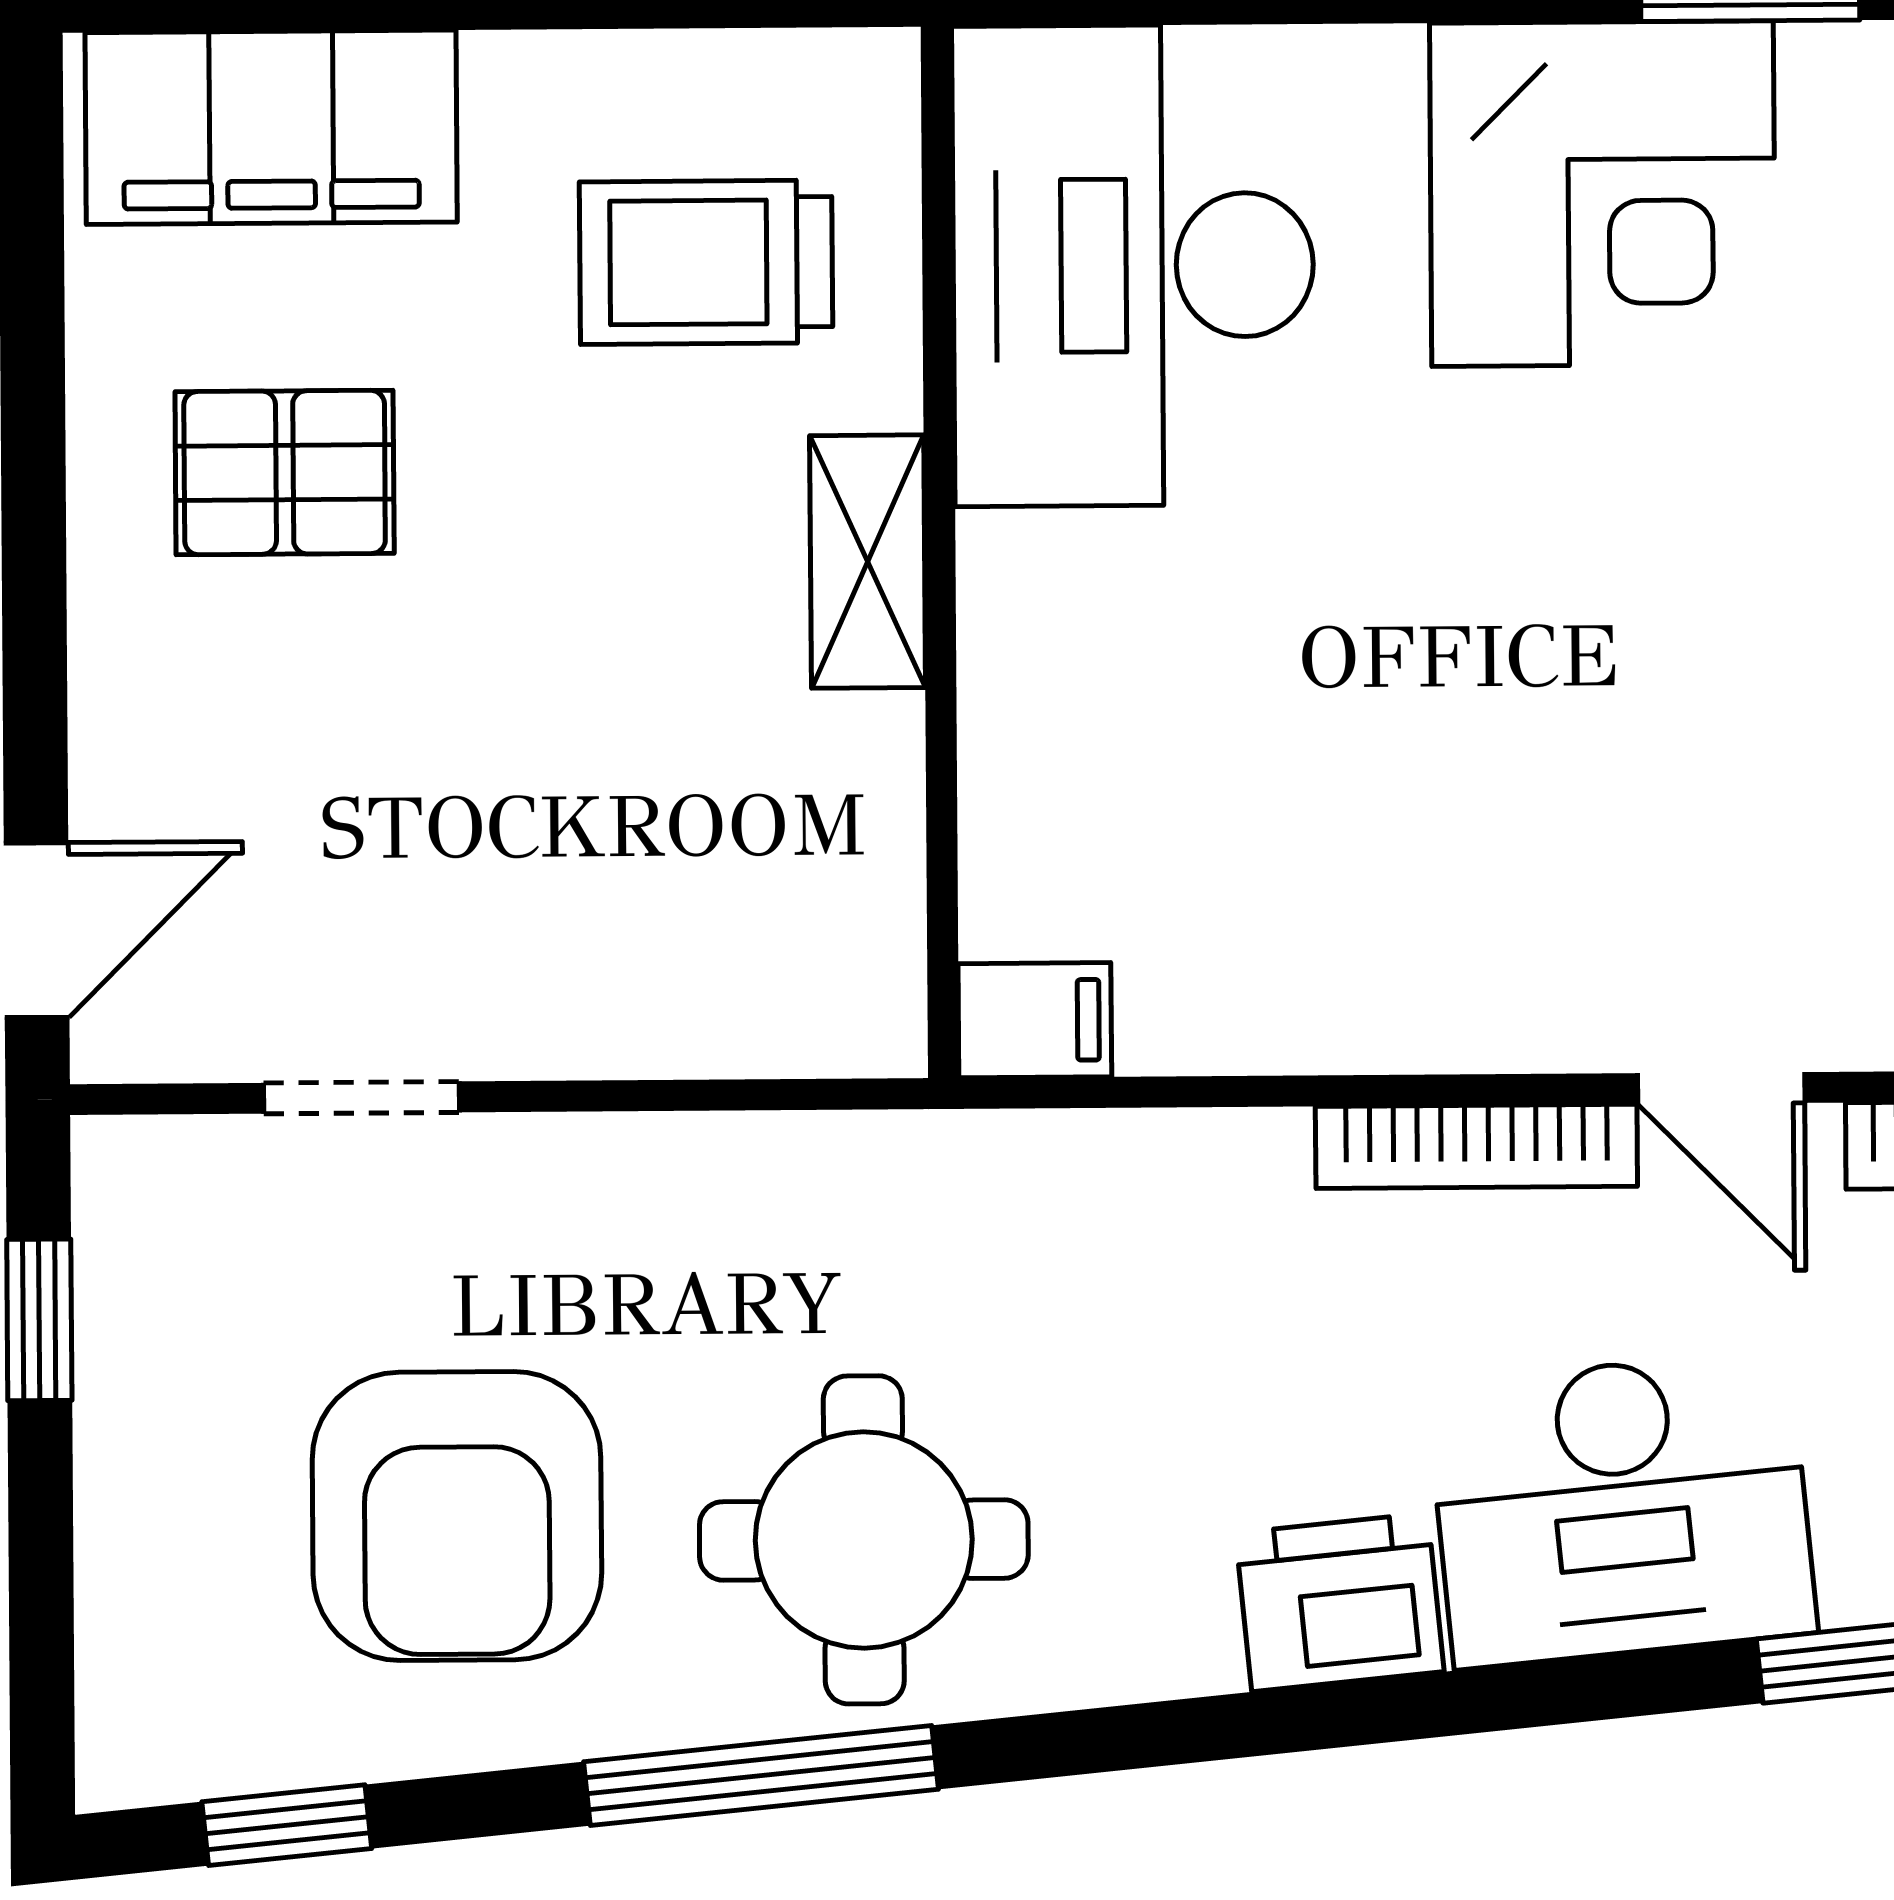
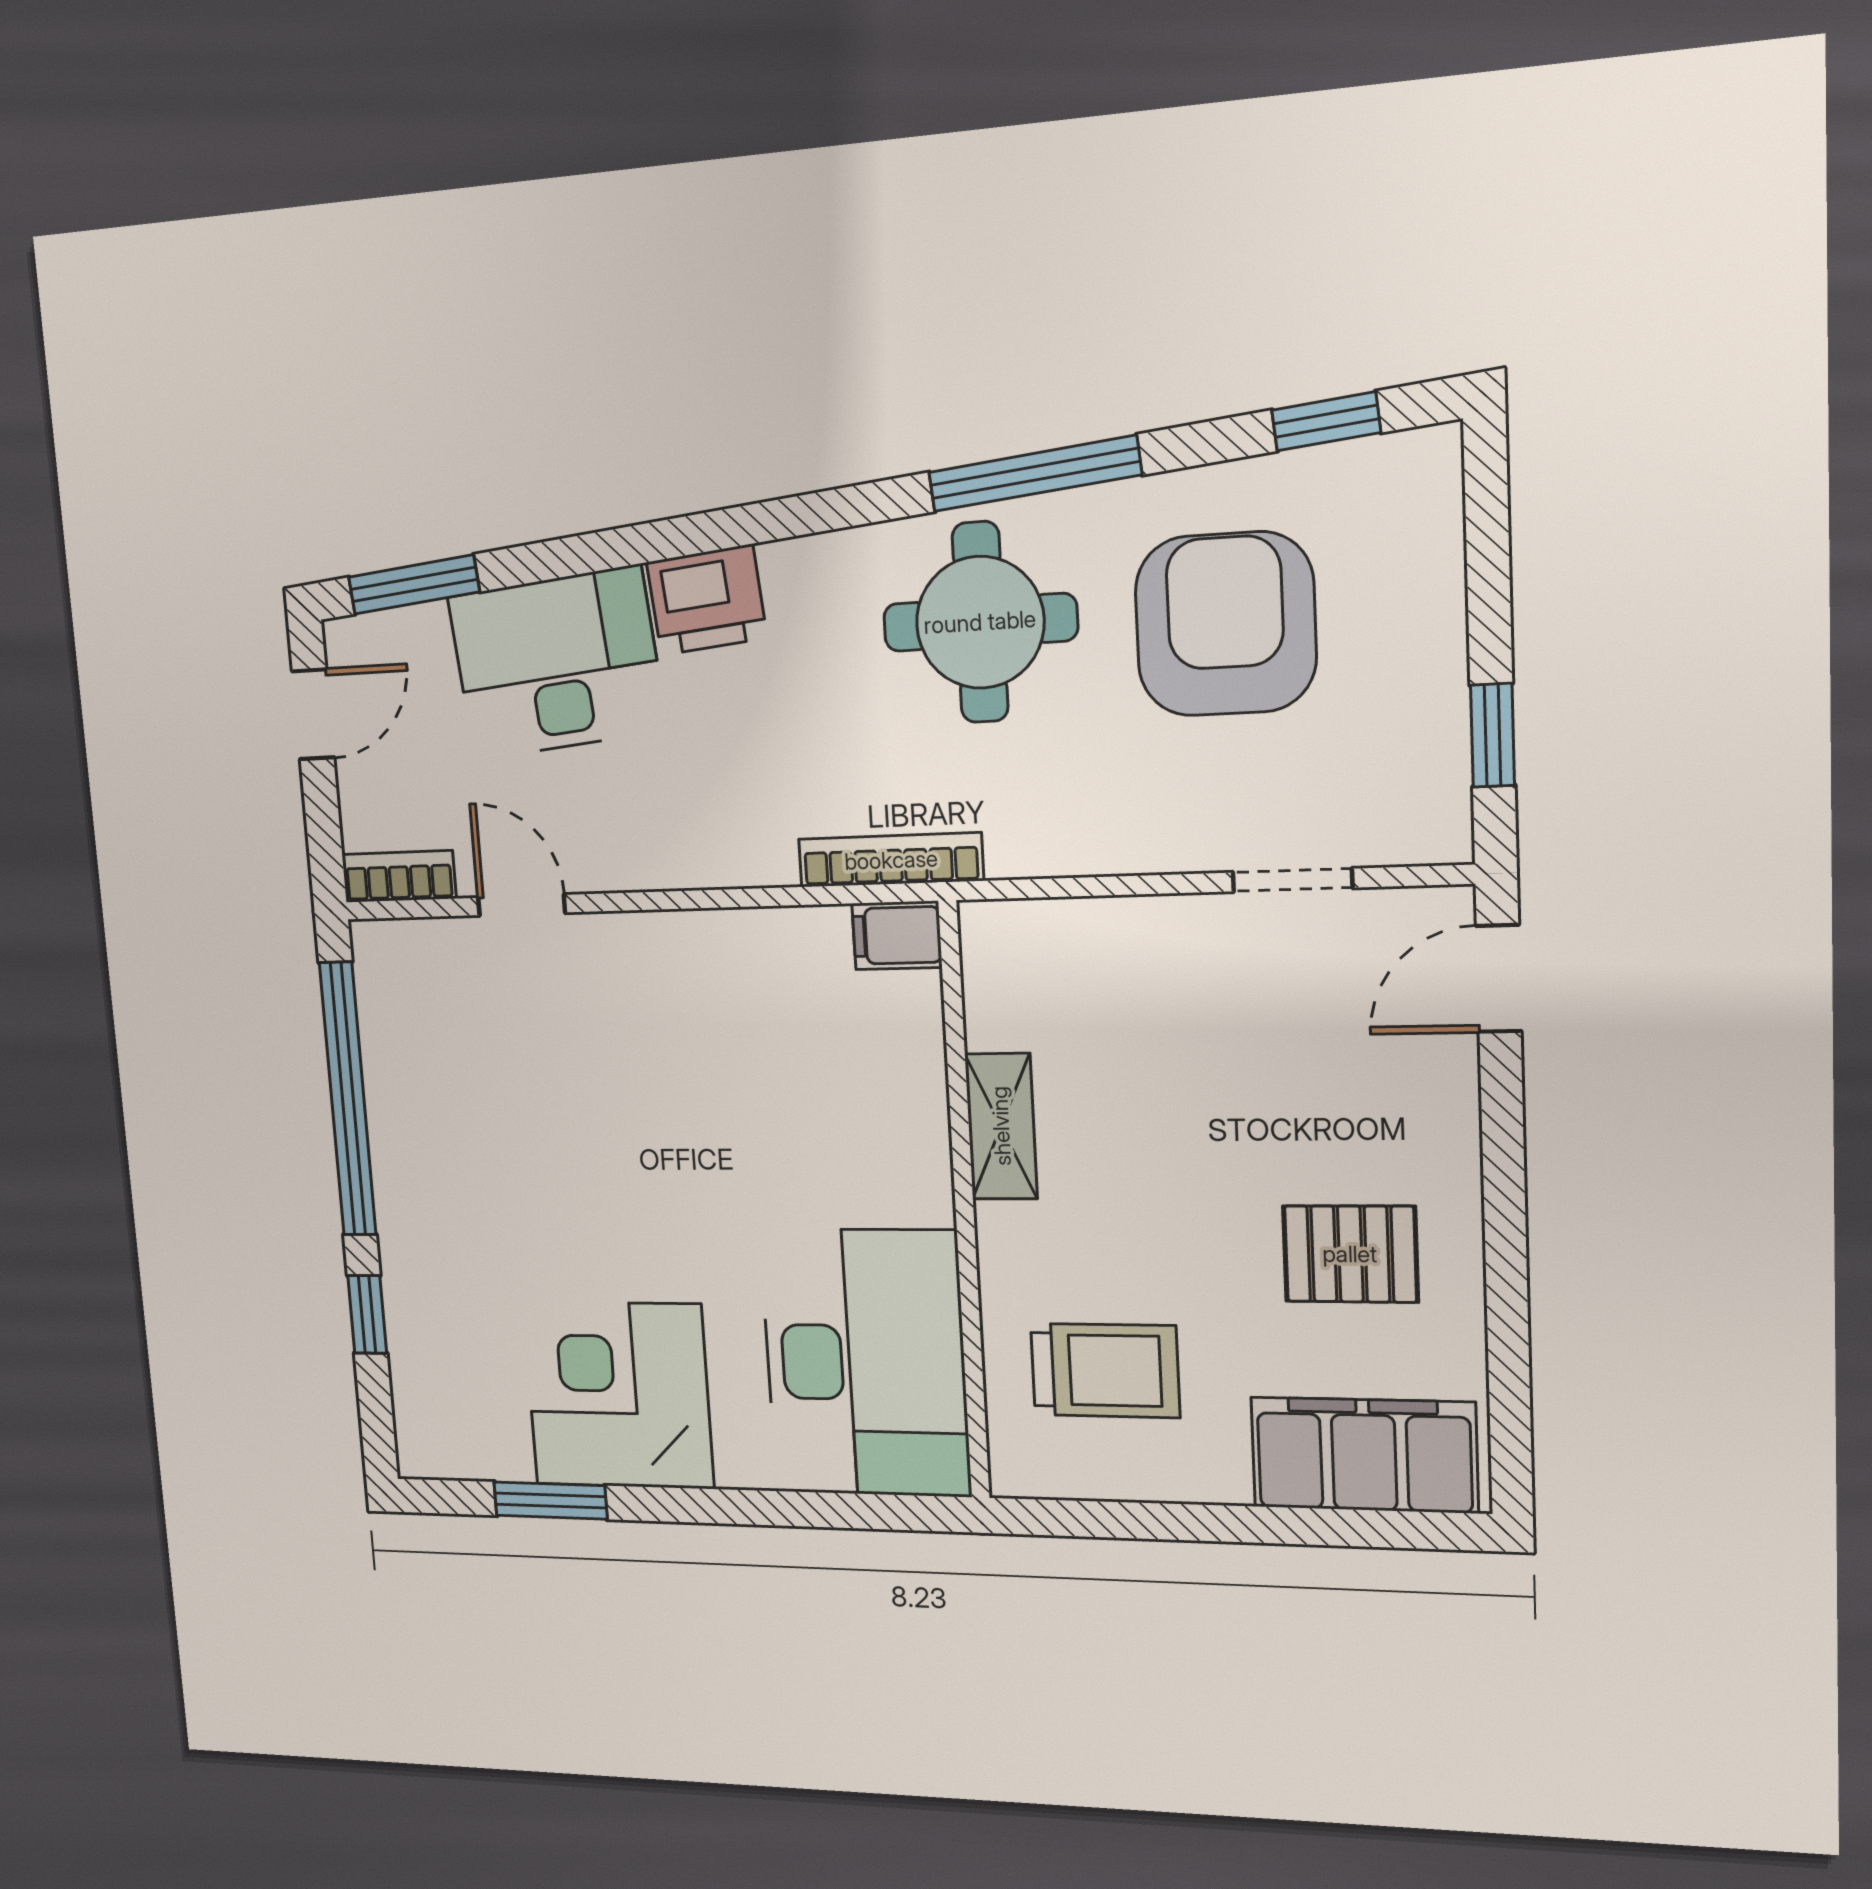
shelving: (868, 562) -> (1001, 1126), moved
bookcase: (1476, 1146) -> (891, 860), moved

